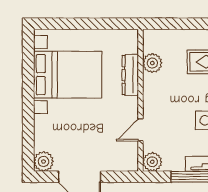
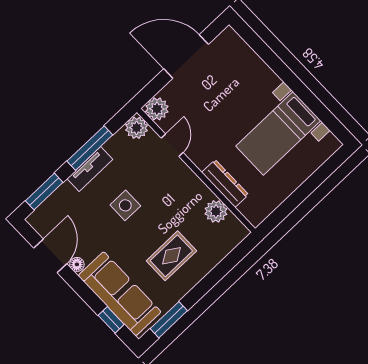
bed with nightstands: (68, 75) -> (278, 133), width x0.73
plant: (44, 161) -> (157, 109), moved

